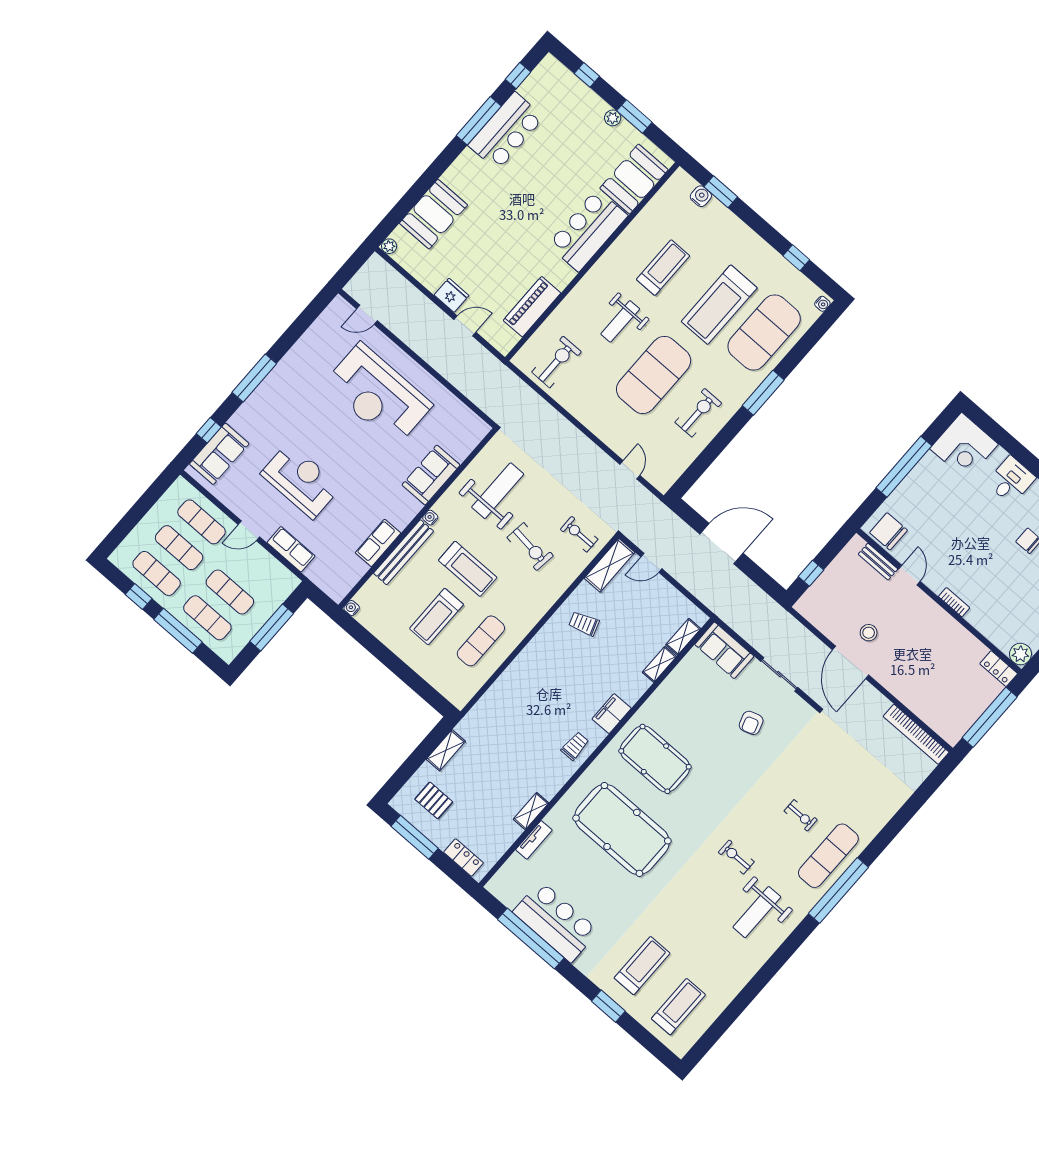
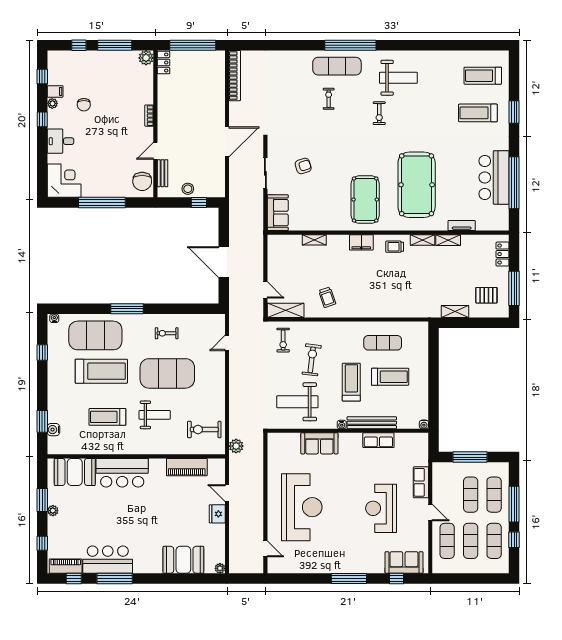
piano: (539, 79) -> (66, 566), added
plant: (508, 381) -> (236, 446), added
exercise bike: (698, 413) -> (167, 333), width x0.73, depth x0.72
stool: (869, 633) -> (188, 189), moved
shelving: (683, 637) -> (423, 240), moved
pallet: (434, 800) -> (486, 295), turned 90

